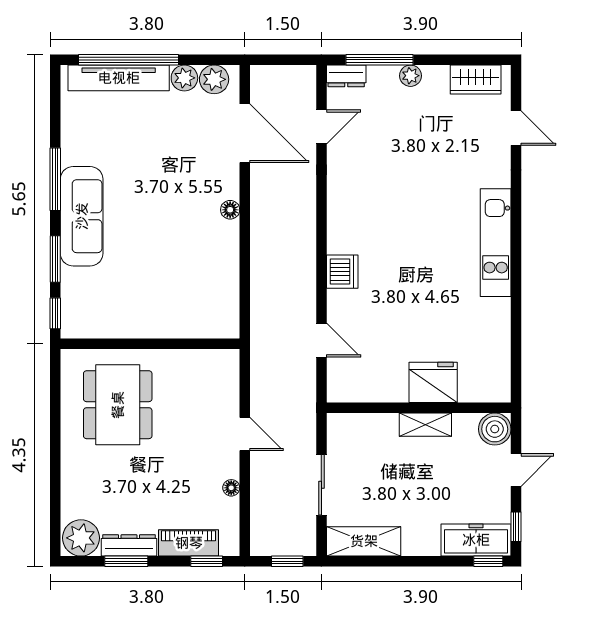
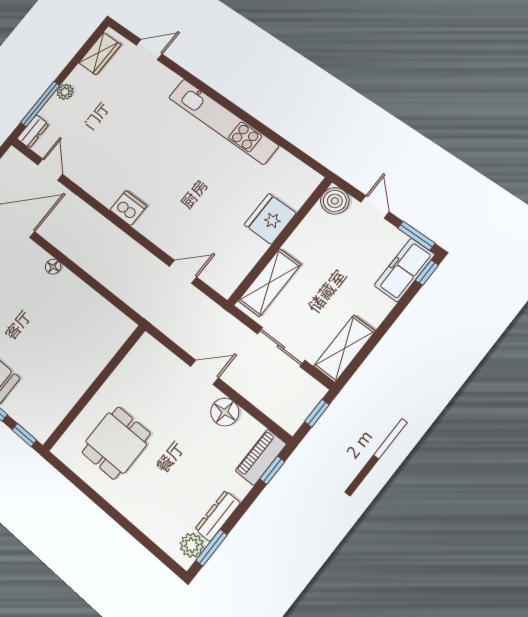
kitchen unit: (496, 243) -> (223, 121), width x1.36
dishwasher: (342, 272) -> (128, 208), moved
dining table: (118, 405) -> (116, 443), width x0.73
shelving: (425, 425) -> (269, 283), moved, width x1.50, depth x1.33
floor lamp: (231, 488) -> (225, 412), width x1.89, depth x1.89
window: (516, 527) -> (416, 236), width x1.50
plant: (81, 538) -> (192, 545), width x0.73, depth x0.73
piano: (189, 543) -> (261, 457), moved
window: (126, 561) -> (211, 548), moved

